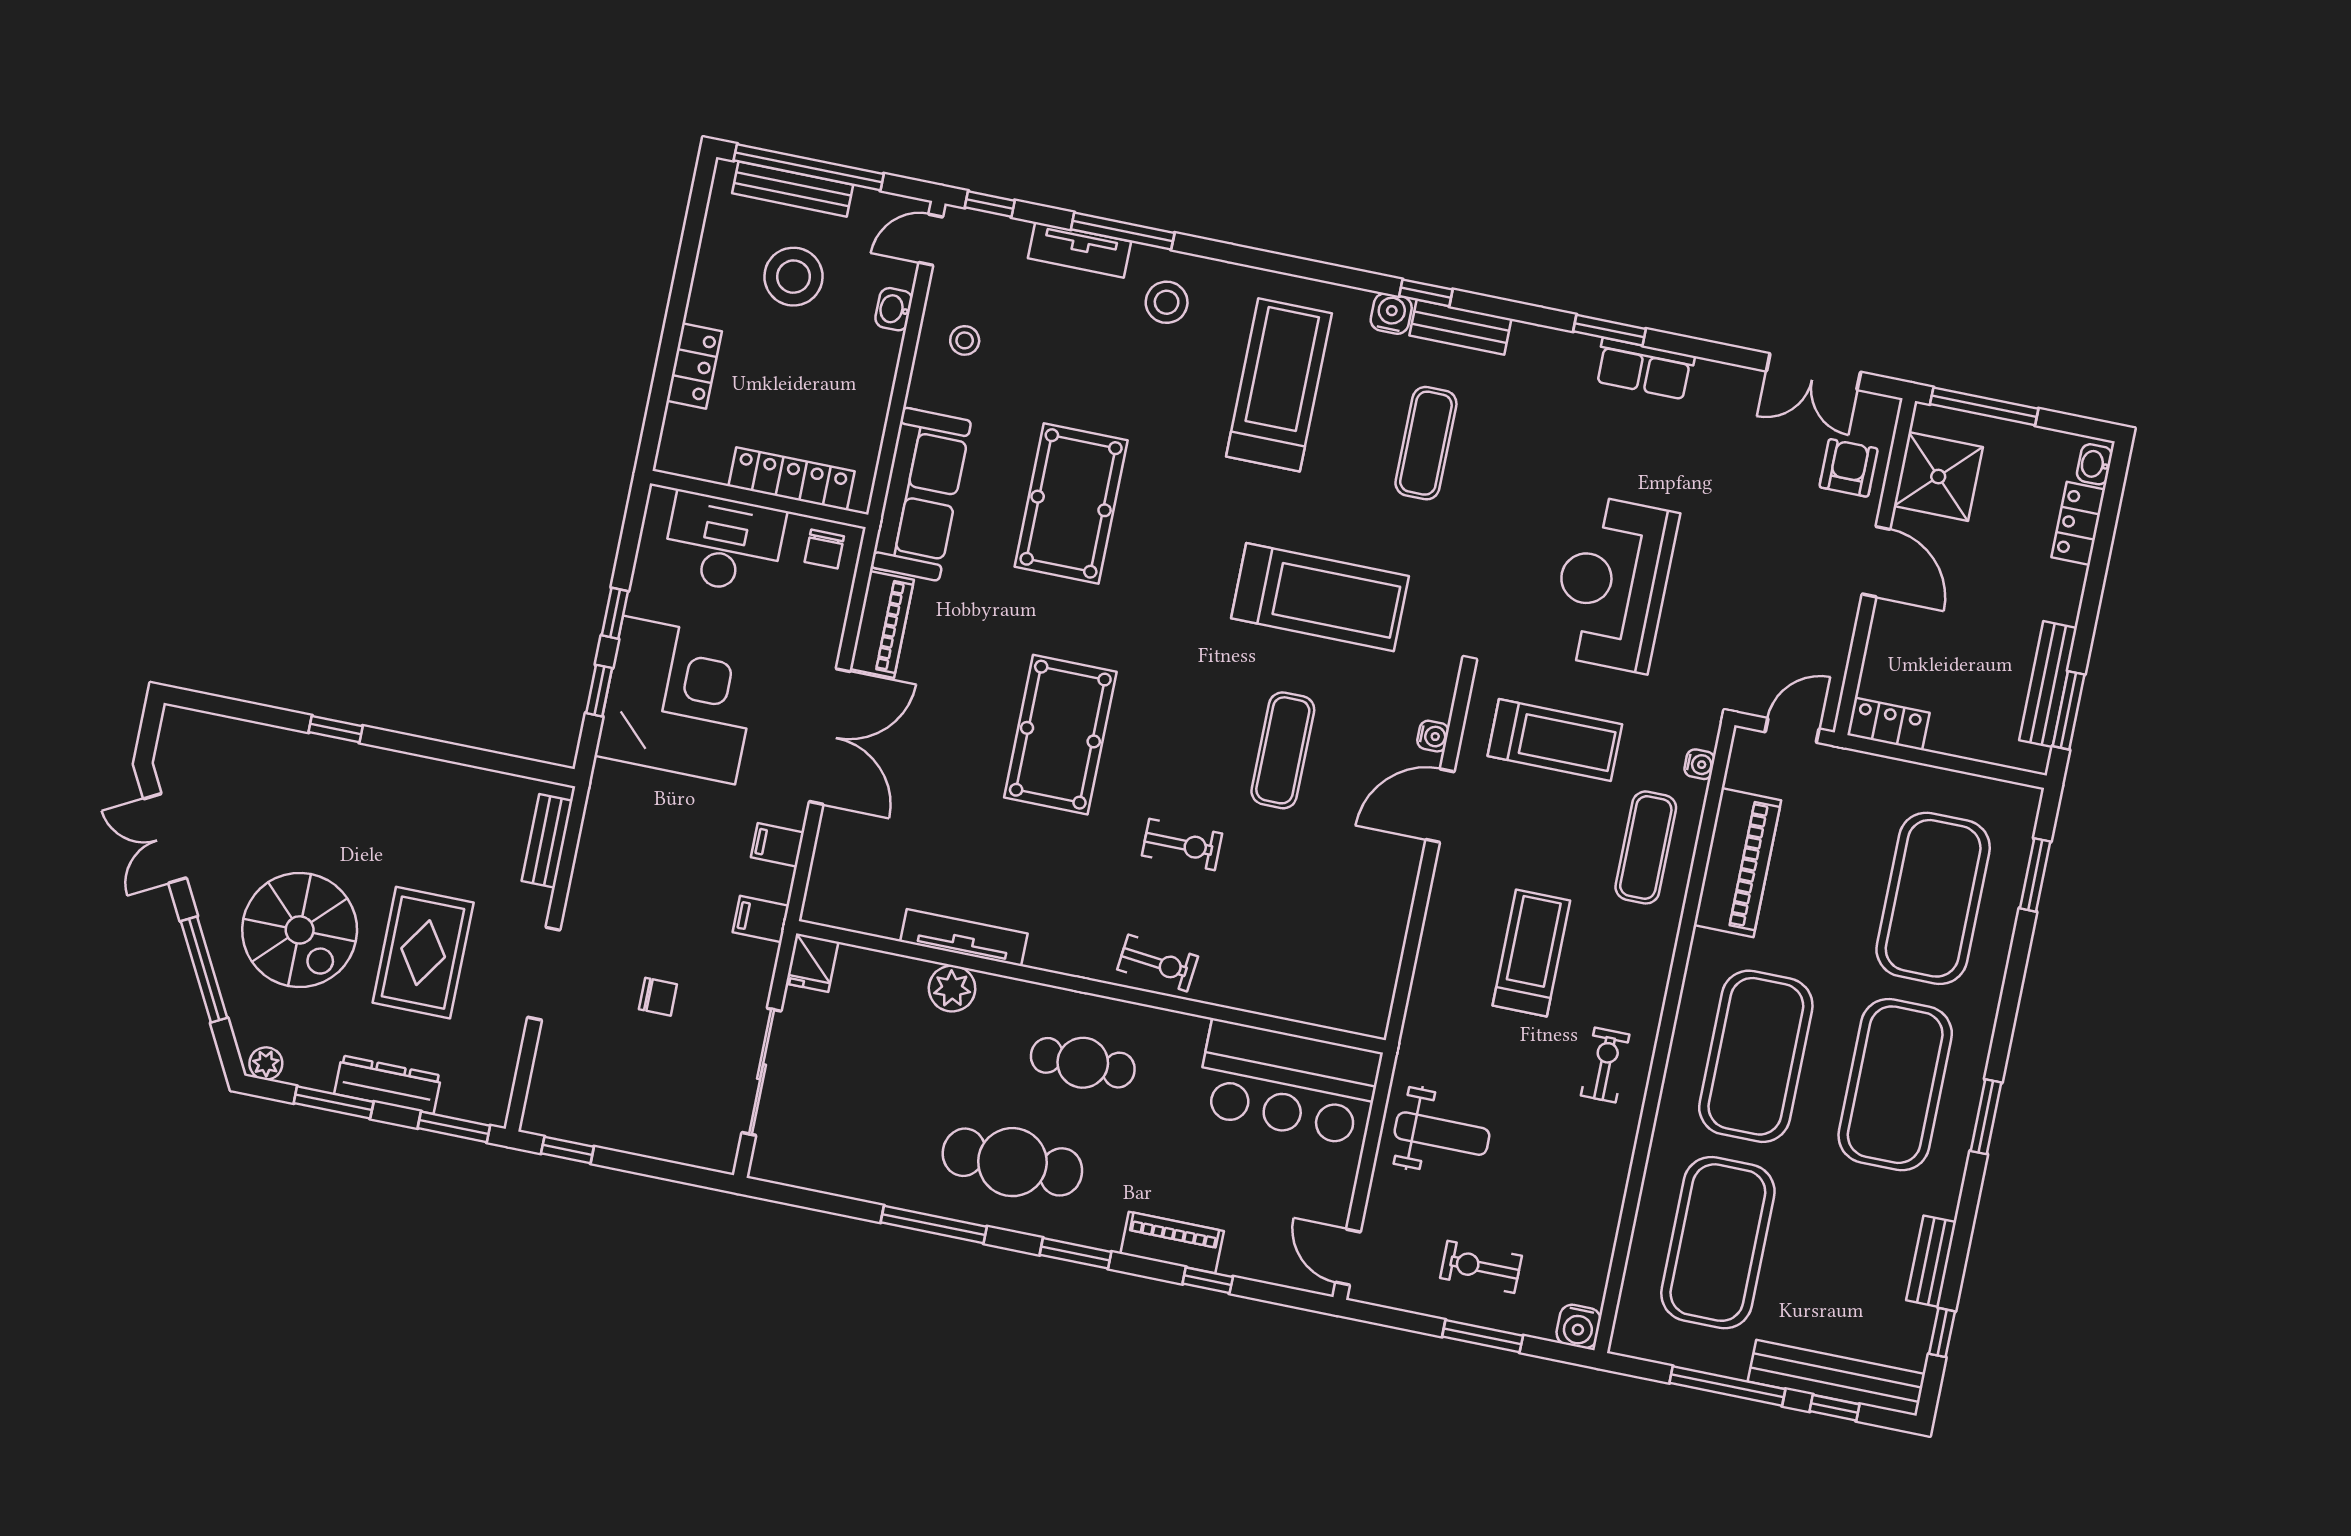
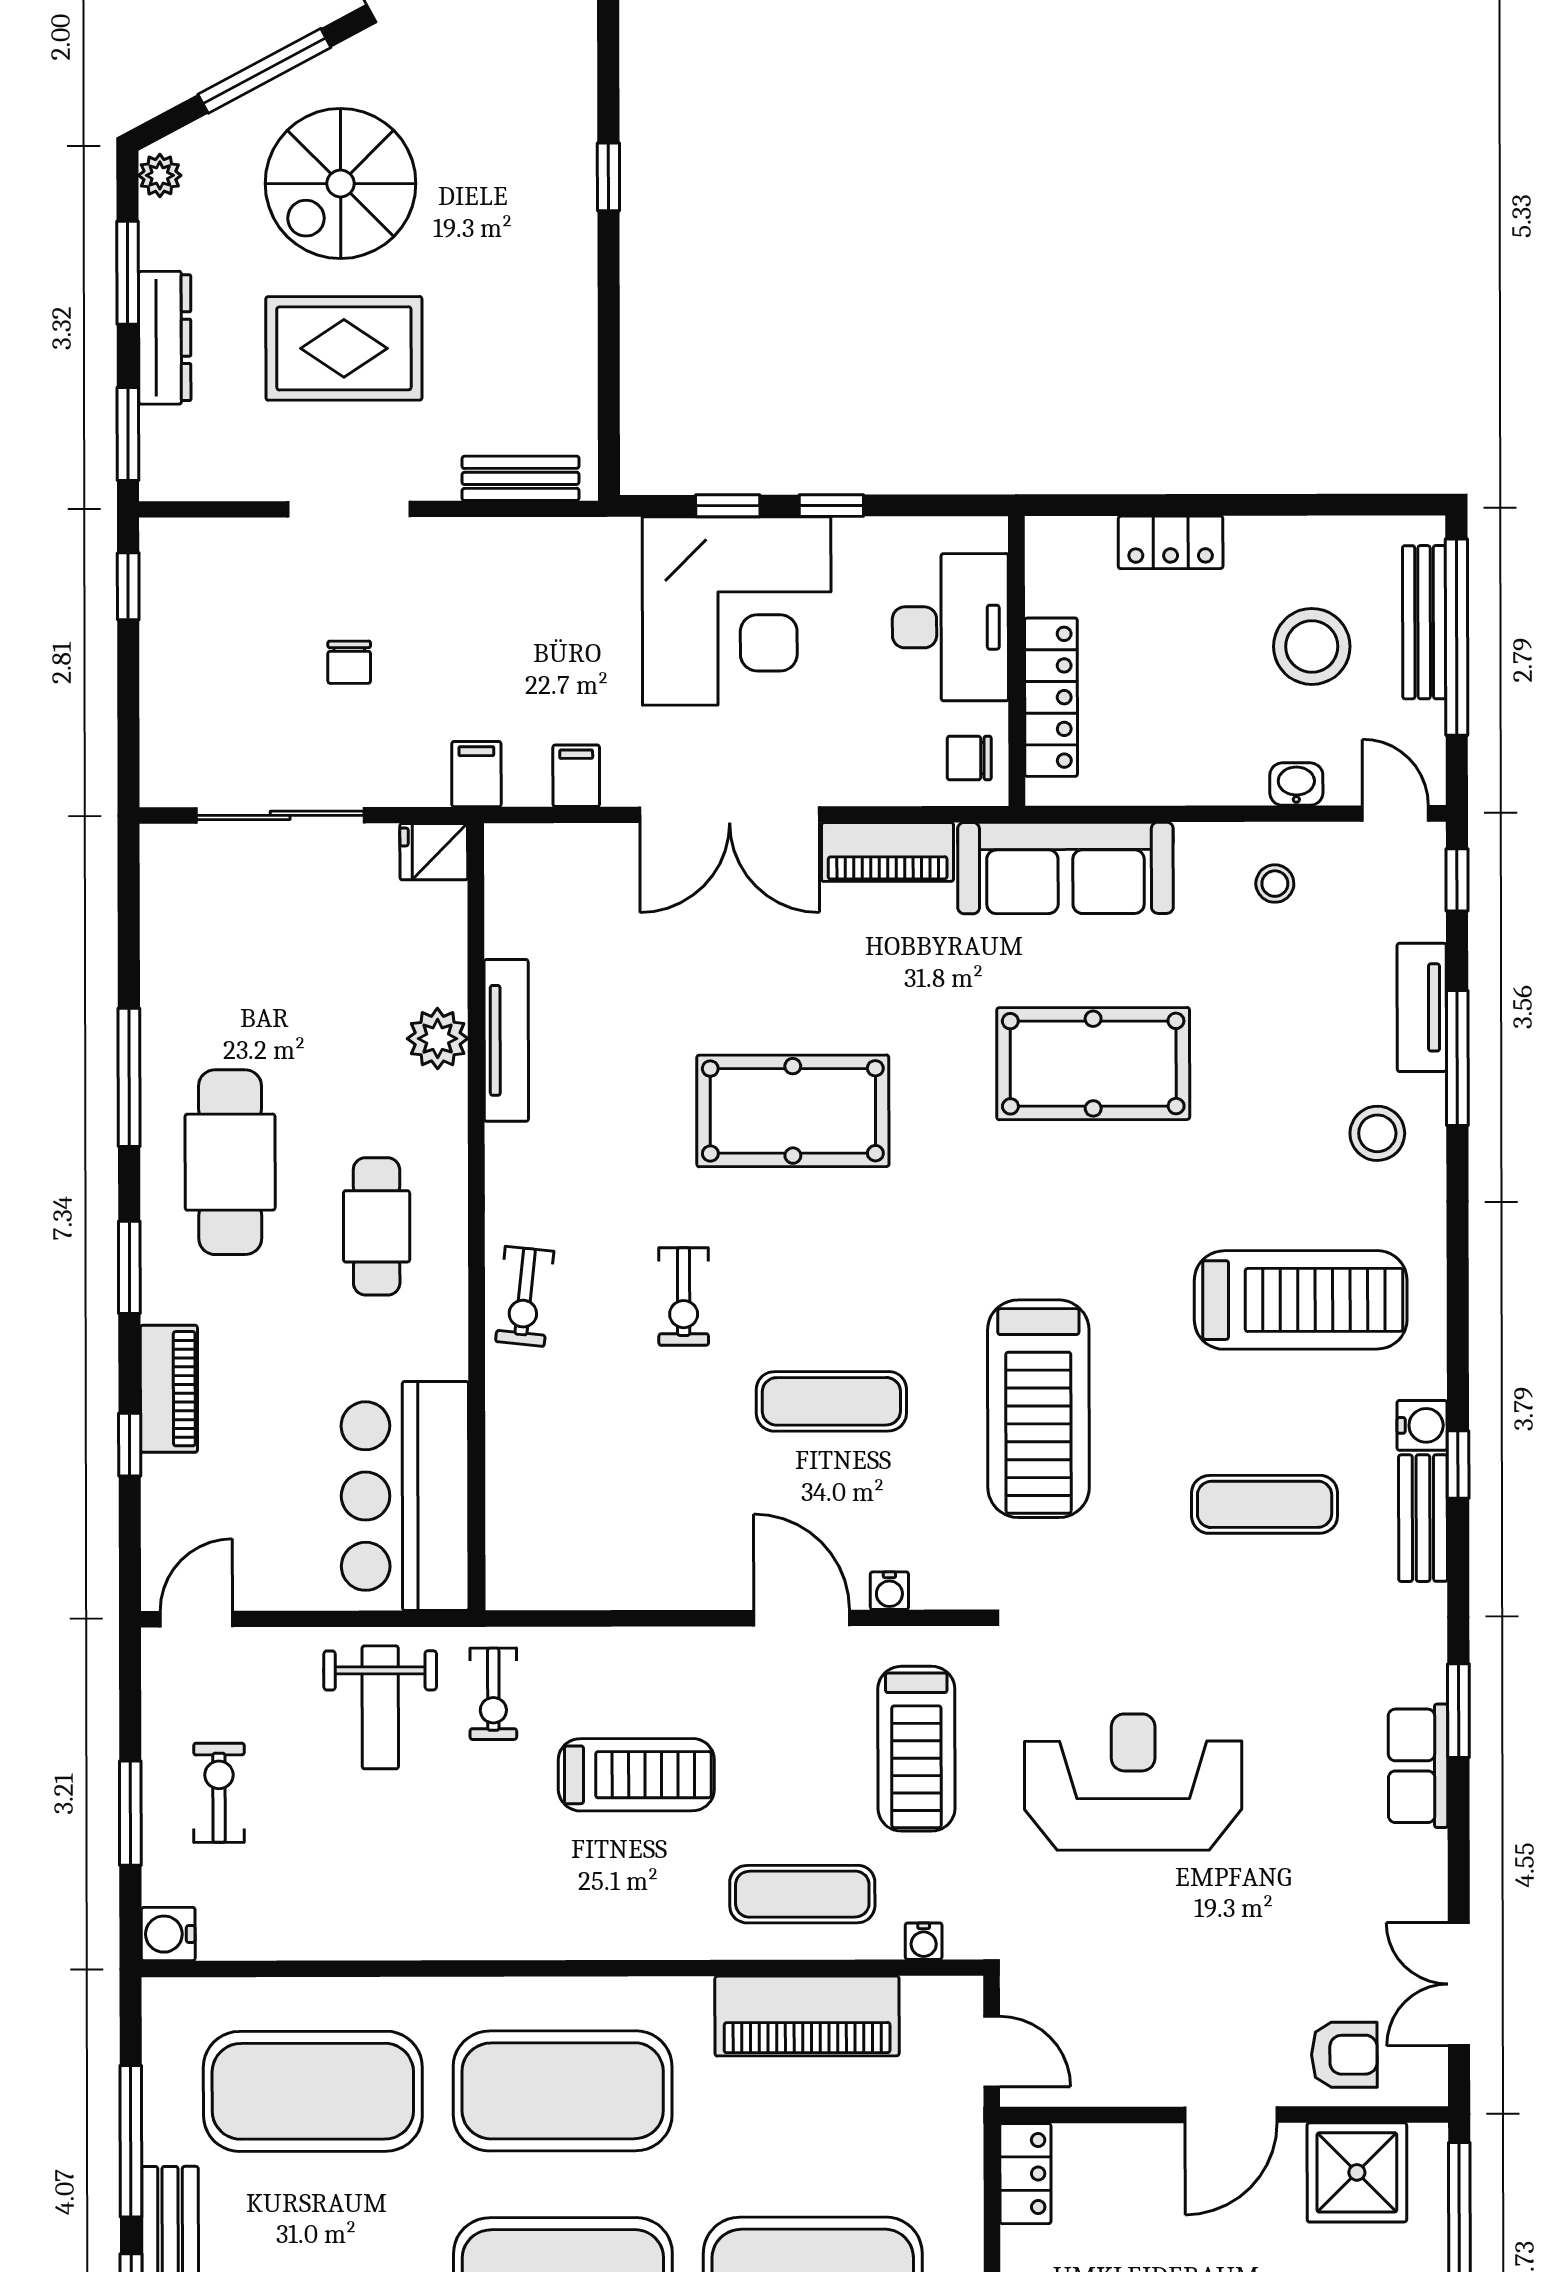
exercise bike: (1605, 1065) -> (493, 1694), moved, turned 90

